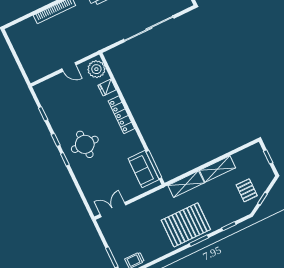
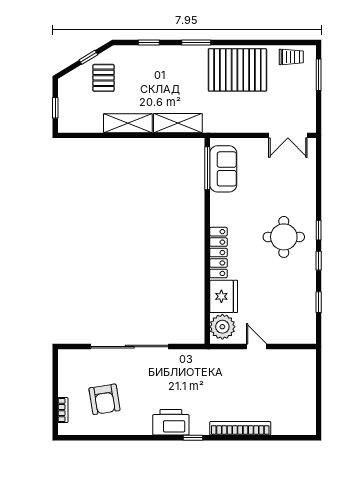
fridge: (107, 88) -> (224, 296), width x1.88, depth x1.34
pallet: (186, 225) -> (237, 70), moved

